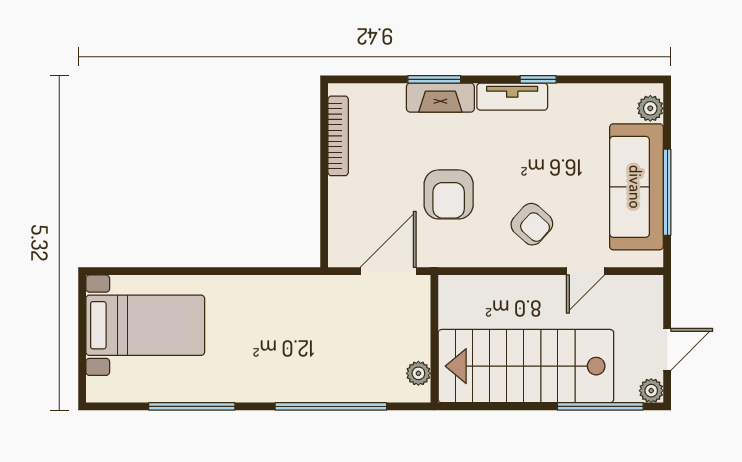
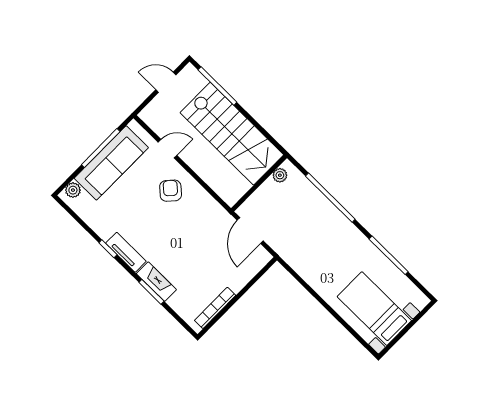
armchair: (449, 194) -> (193, 238), removed
door: (388, 271) -> (250, 230), hinge flipped
plant: (651, 391) -> (190, 71), removed

